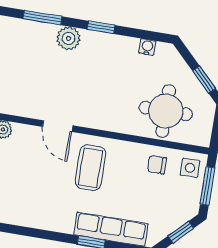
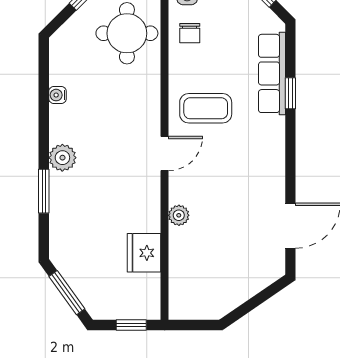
window: (101, 27) -> (44, 123), removed
water cooler: (147, 47) -> (58, 95), moved

